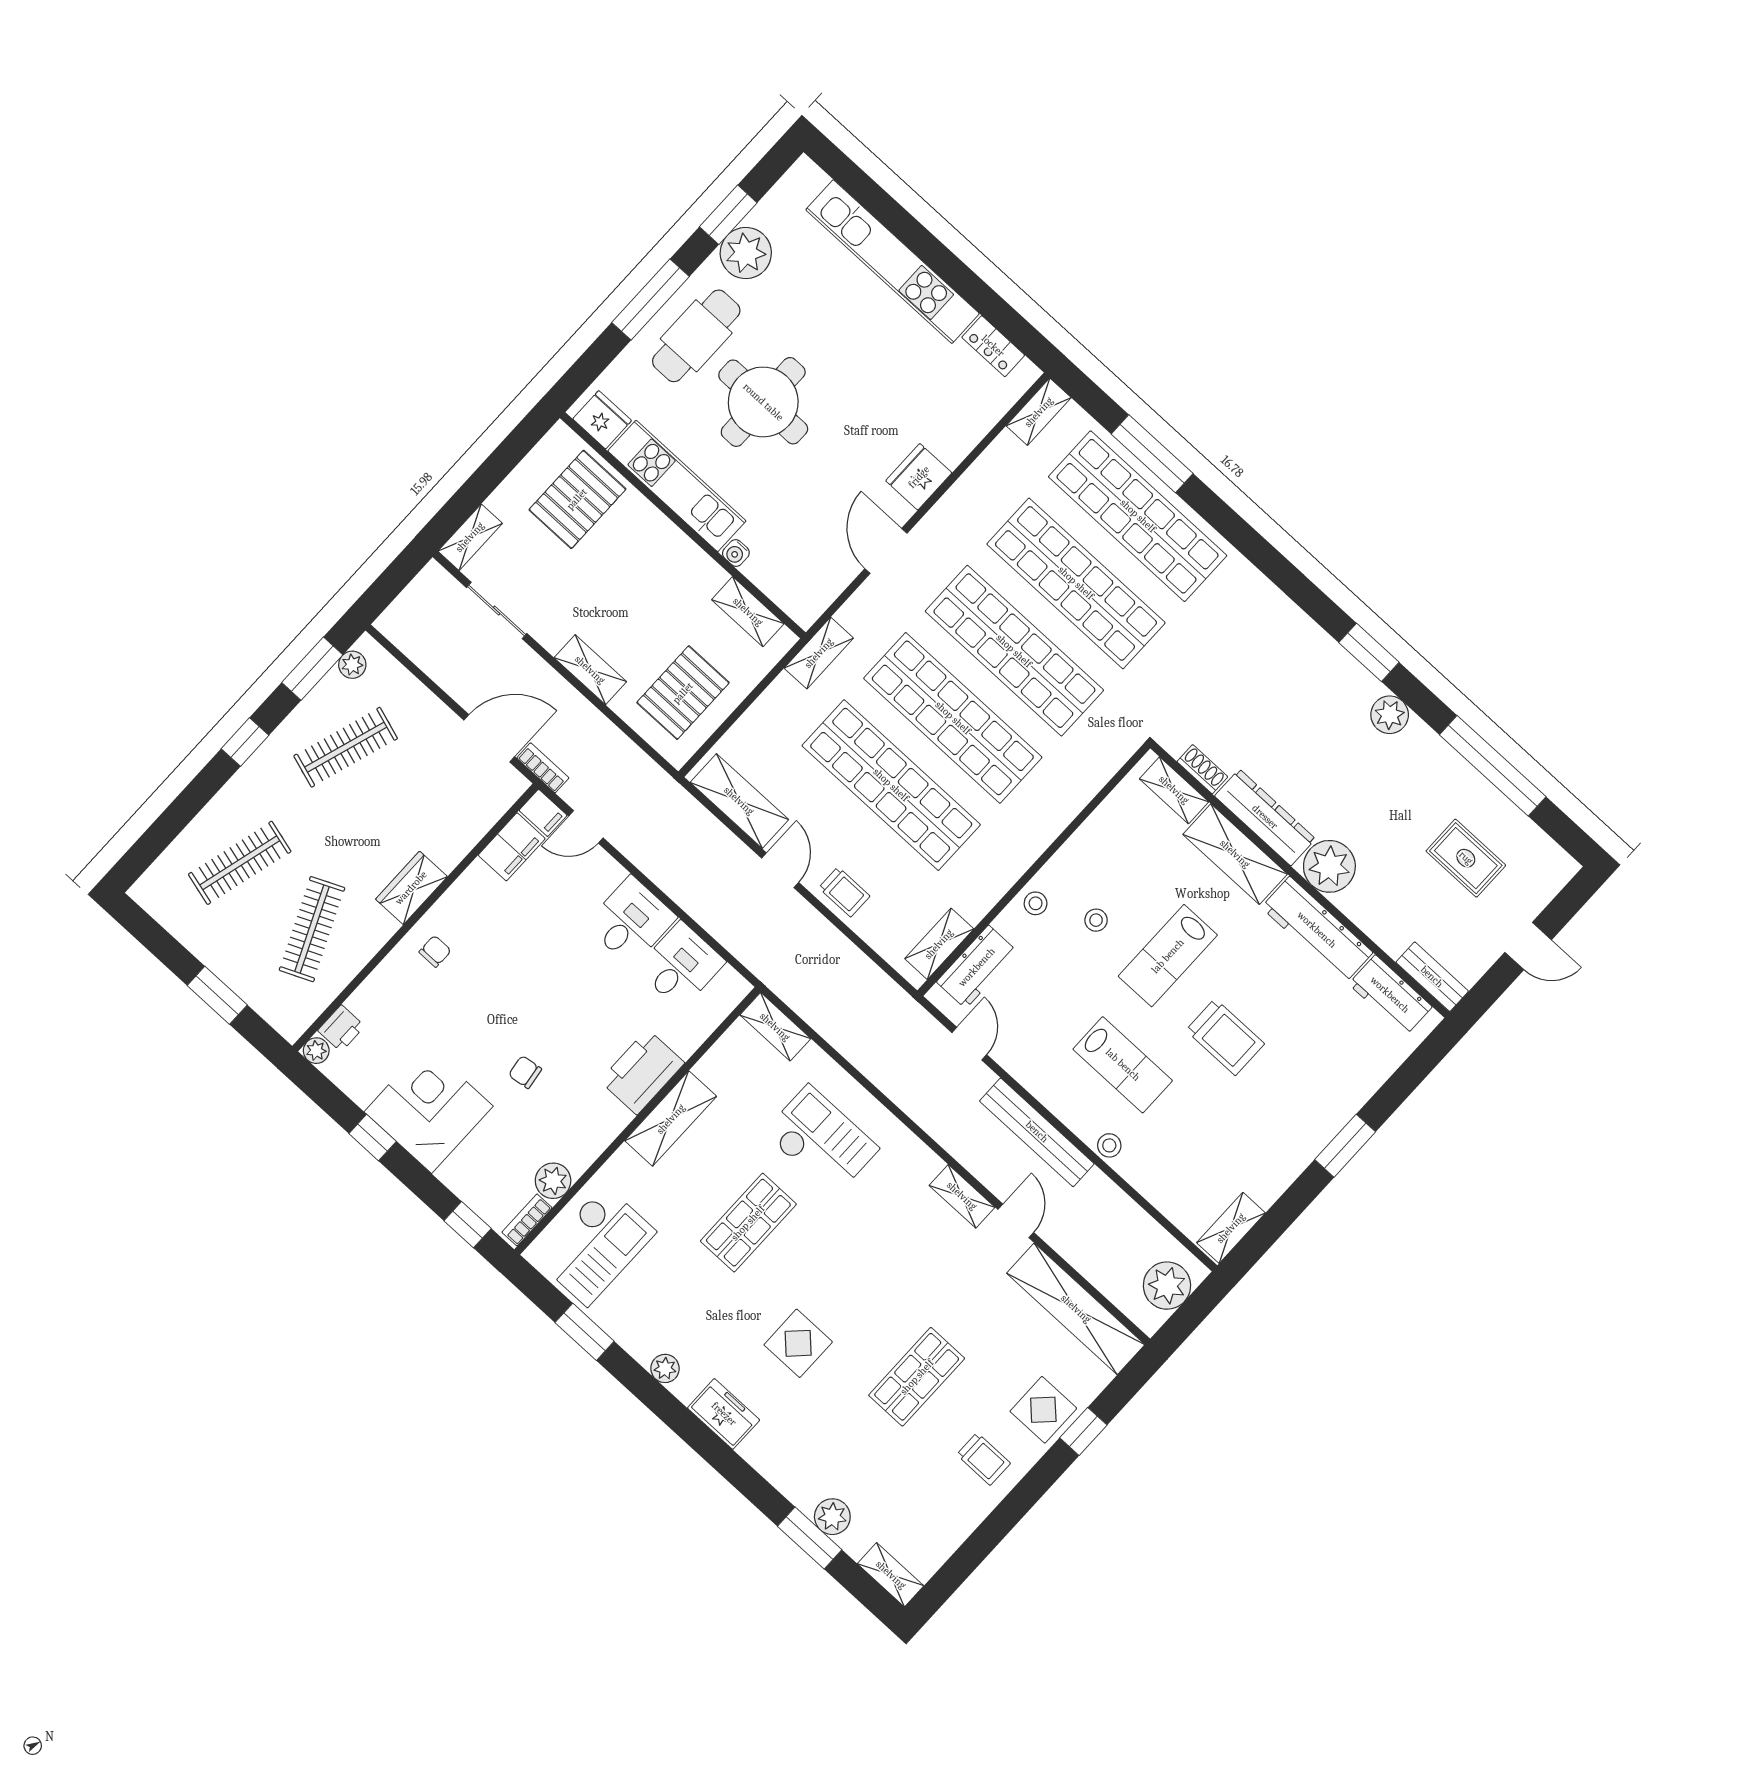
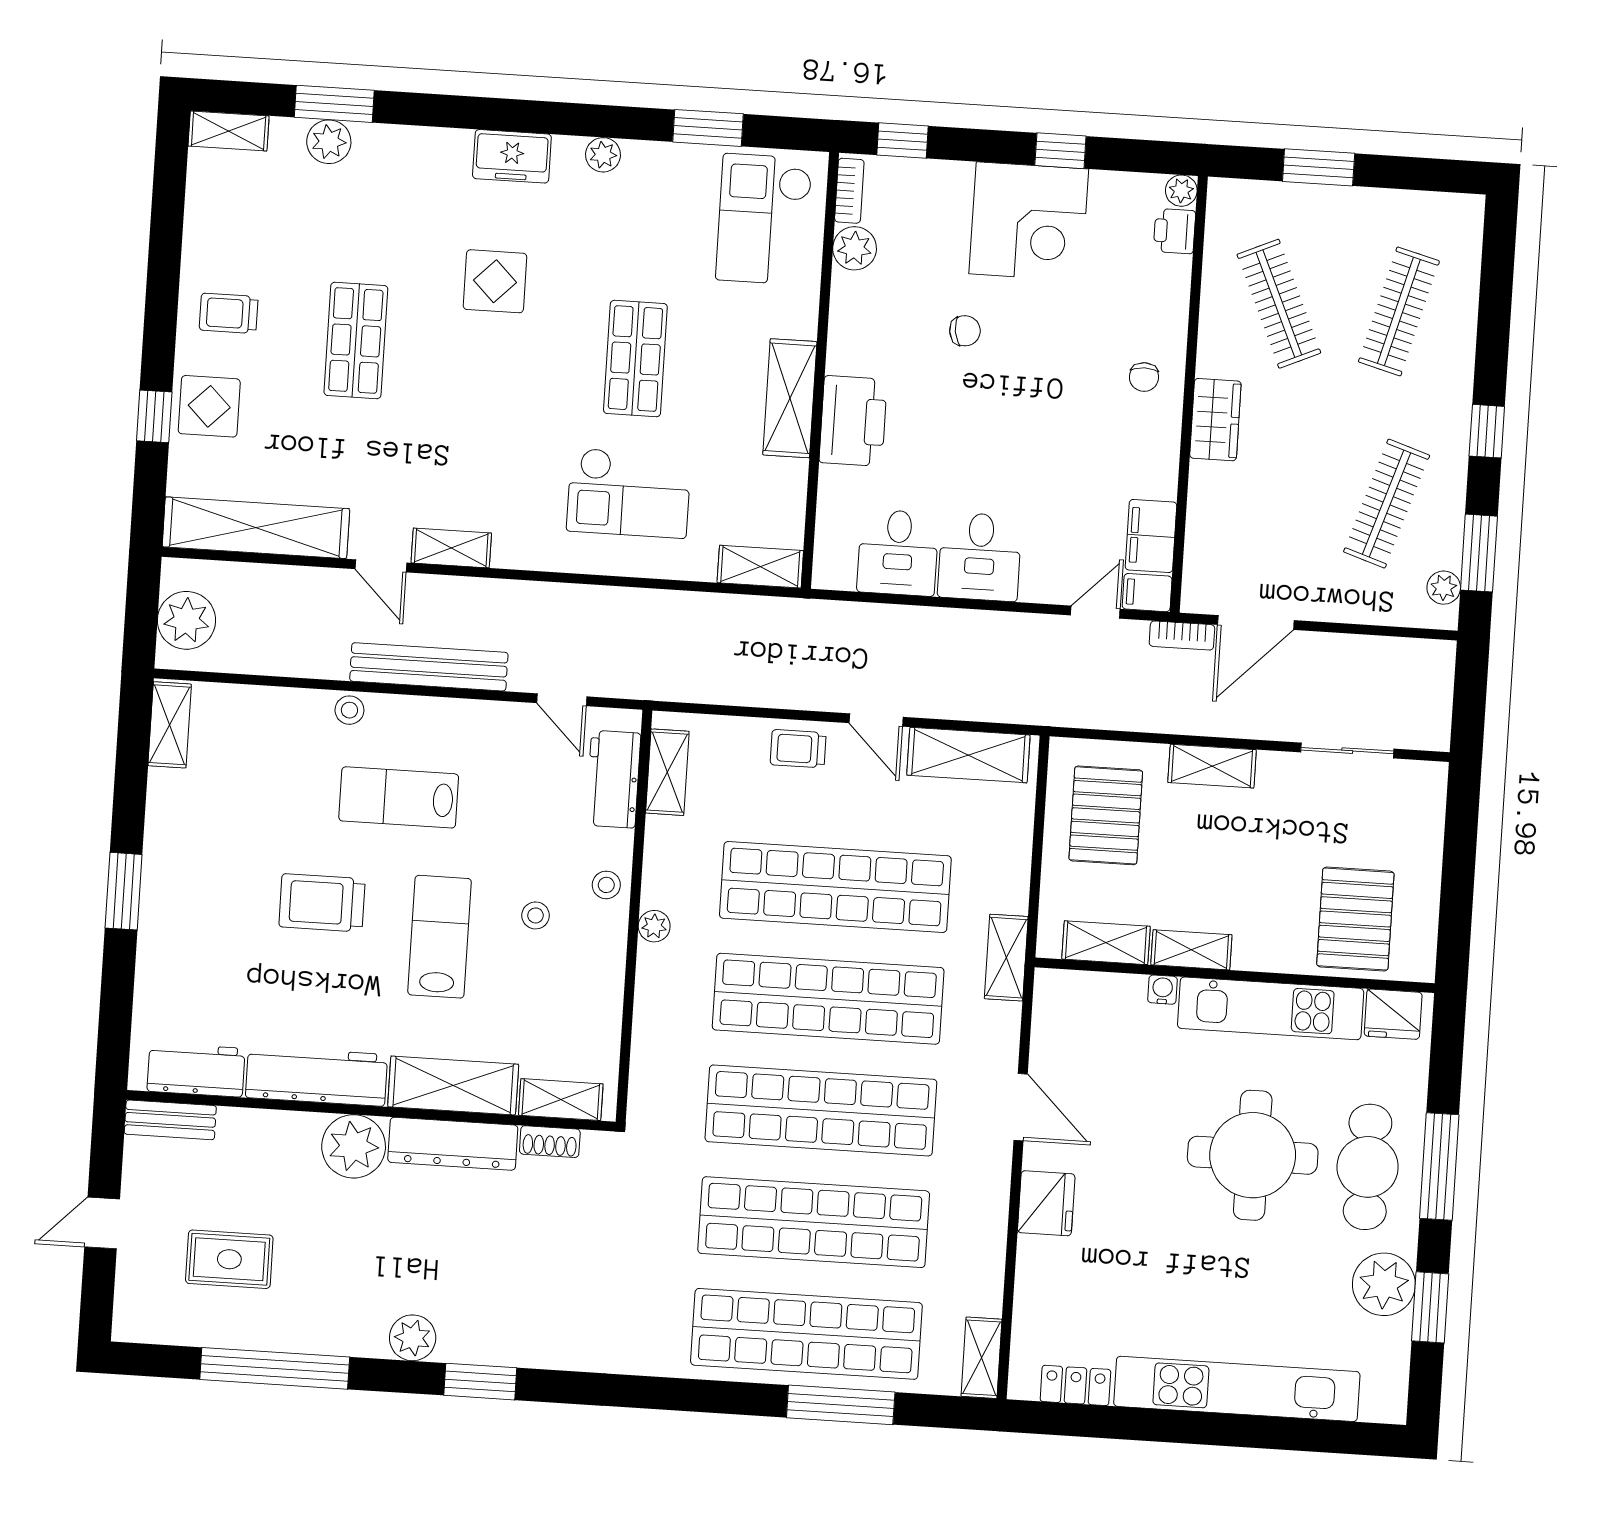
shelving: (470, 537) -> (1191, 950), moved, turned 90
plant: (1026, 853) -> (654, 926), added

